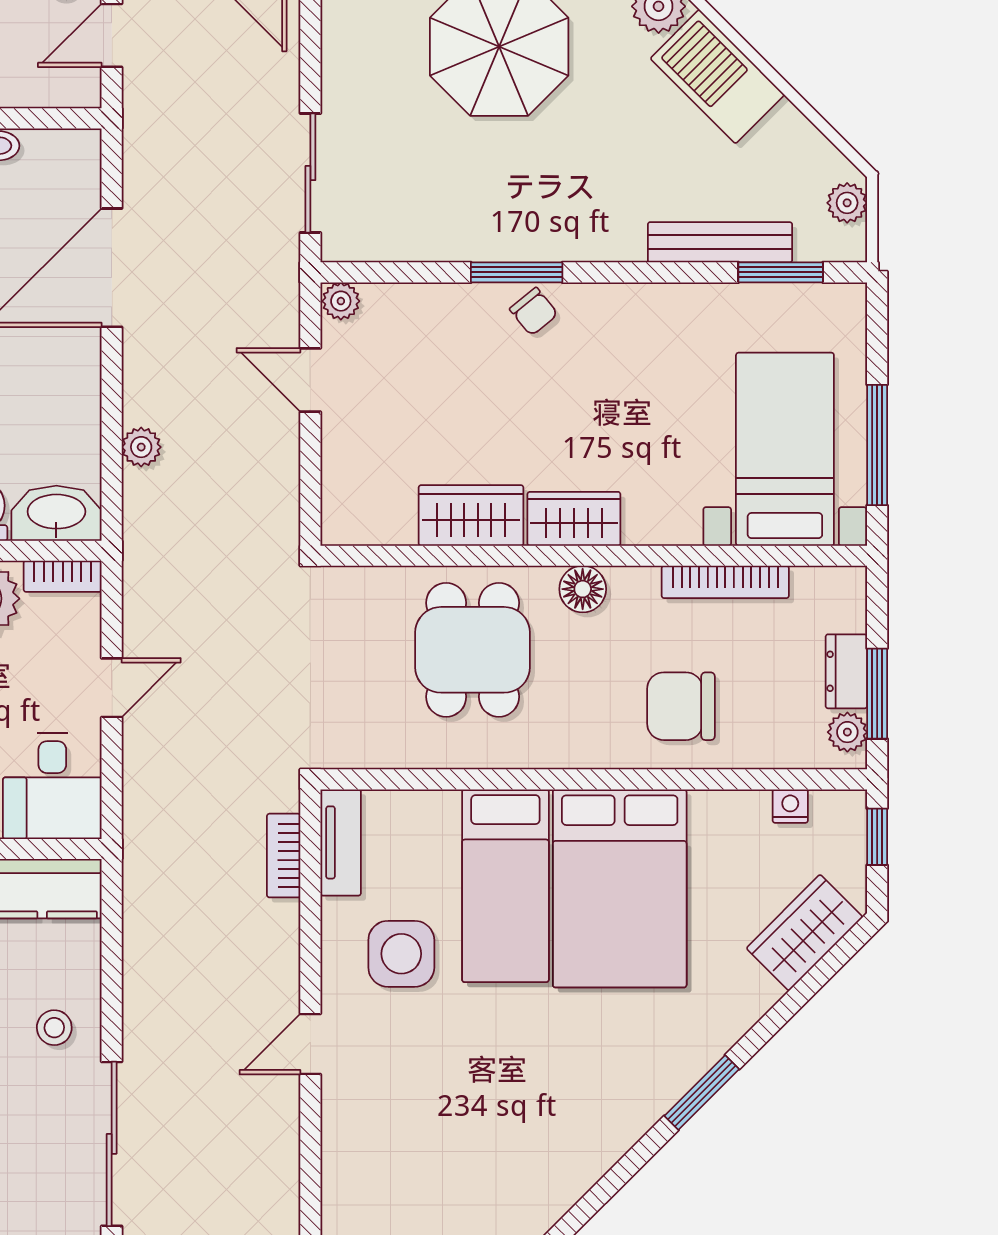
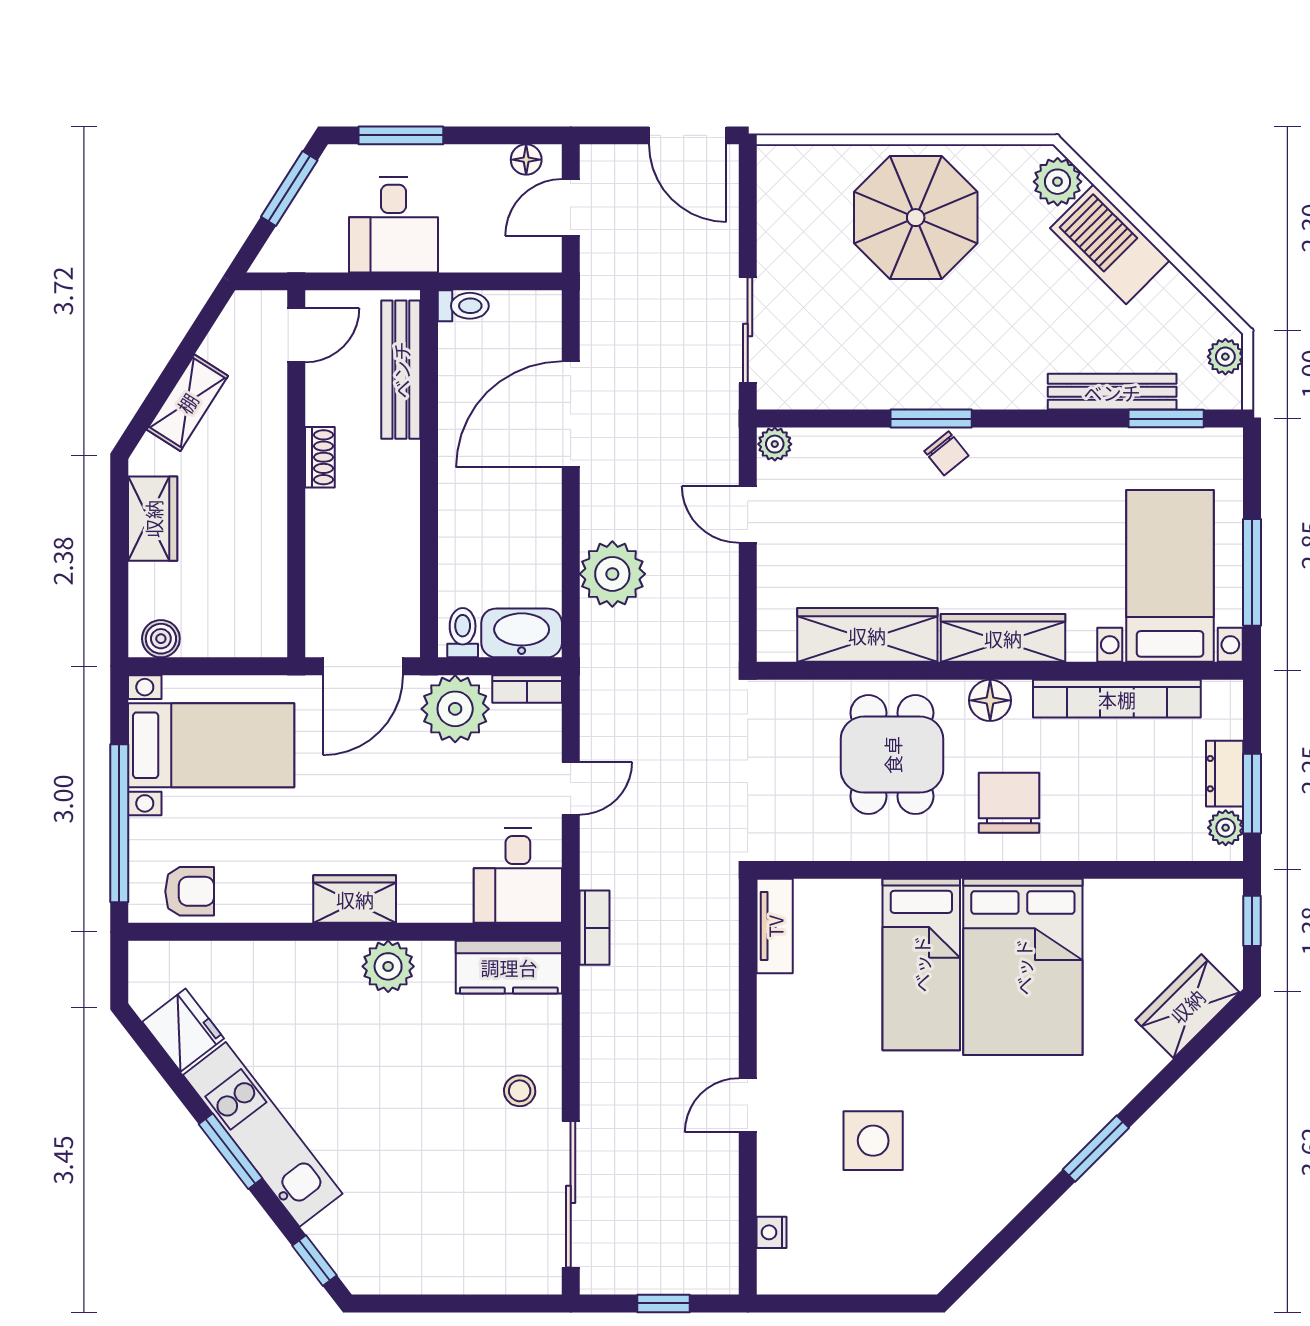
plant: (141, 447) -> (612, 574), width x1.88, depth x1.88
wardrobe: (471, 515) -> (867, 635), width x1.50
wardrobe: (574, 519) -> (1003, 638), width x1.50
bookcase: (725, 582) -> (1117, 699), width x1.48, depth x1.31
chair: (681, 706) -> (1009, 803), moved, turned 90
nightstand: (790, 806) -> (771, 1232), moved, turned -90
bookcase: (284, 856) -> (594, 928), moved, turned 180
side table: (401, 954) -> (873, 1141), moved

